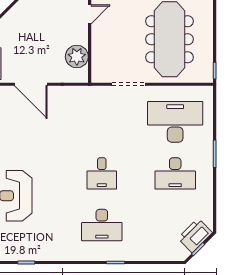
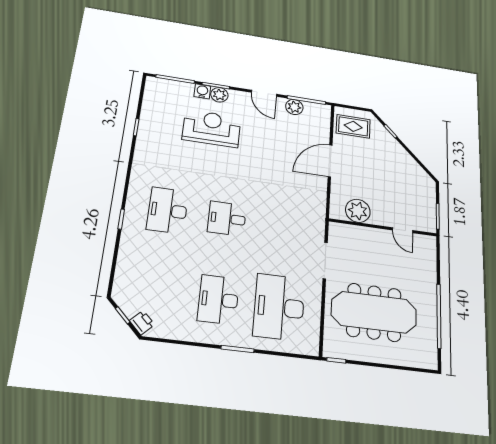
desk: (175, 122) -> (279, 307), turned 180
printer: (195, 235) -> (142, 323), width x0.53, depth x0.68

